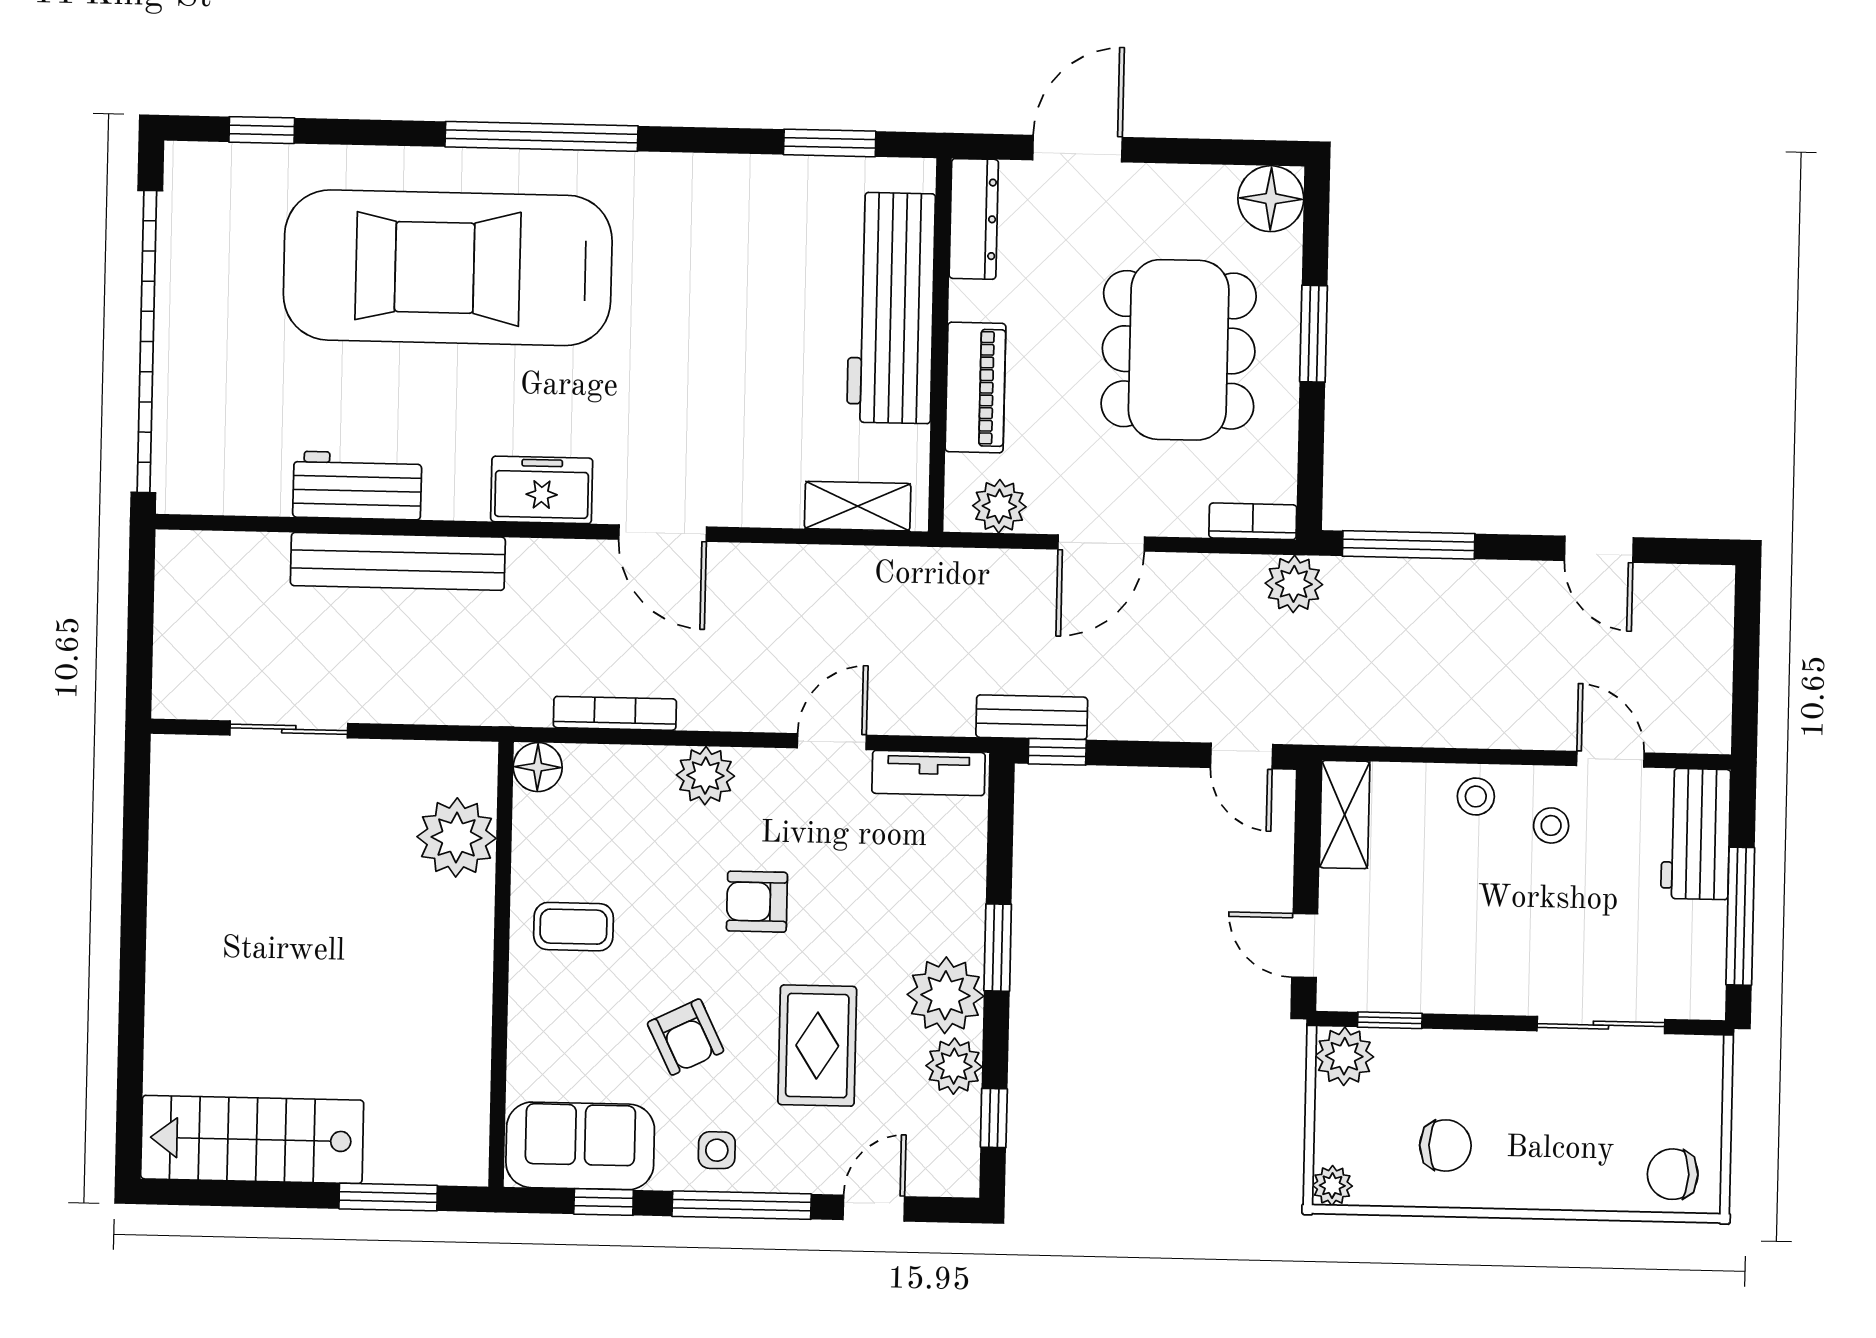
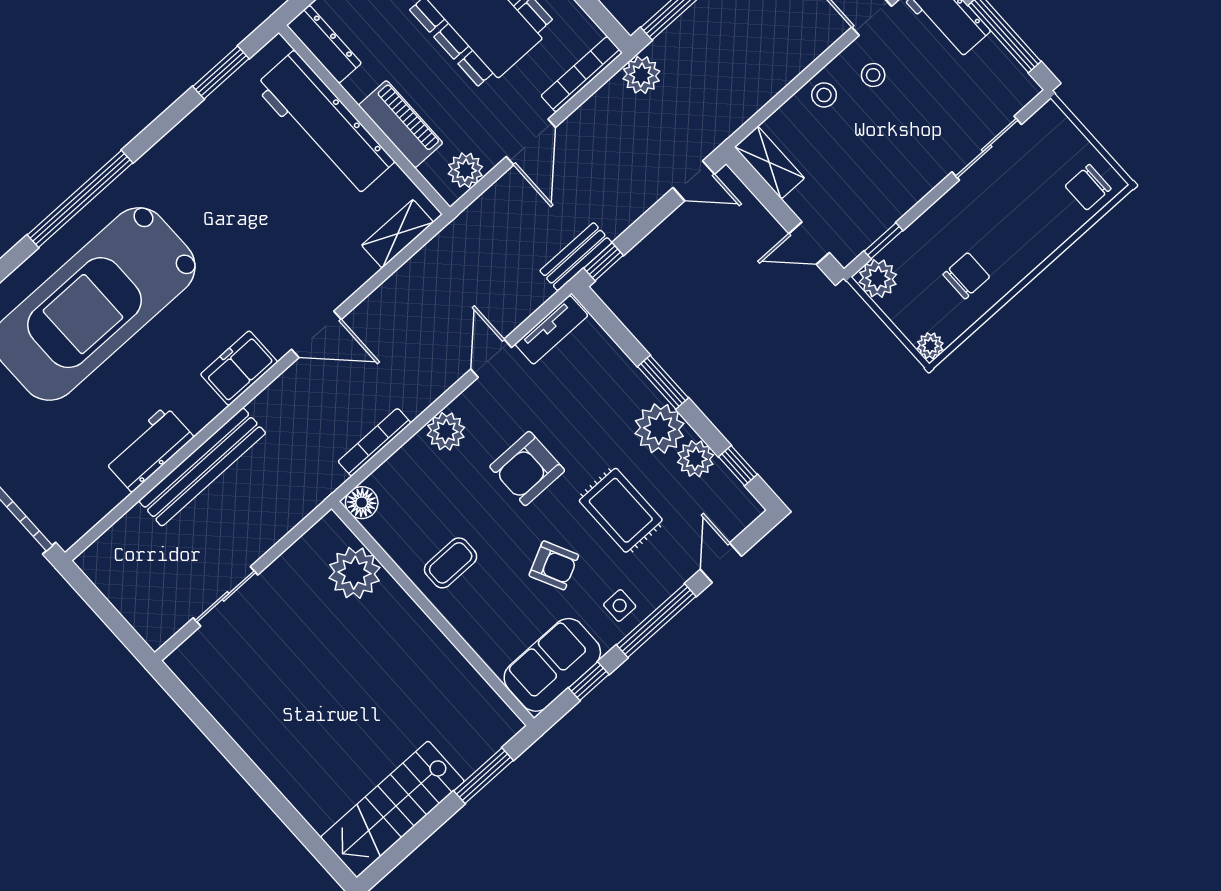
bookcase: (1253, 521) -> (582, 74), width x1.56
armchair: (757, 902) -> (527, 468), width x1.38, depth x1.38

